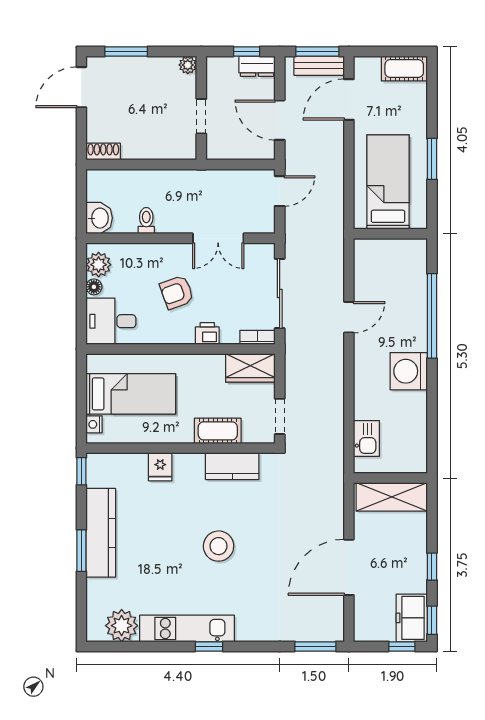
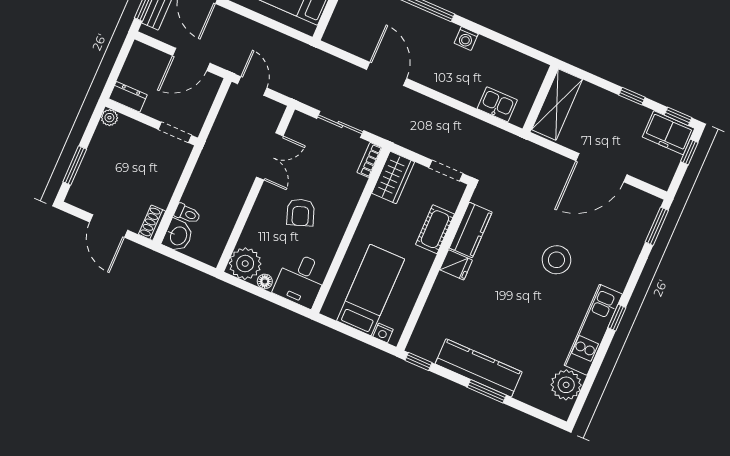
window: (247, 51) -> (120, 62), removed
dresser: (257, 66) -> (128, 97), moved, turned -90
door: (81, 87) -> (109, 226), moved
doorway: (201, 116) -> (175, 132), moved
washbasin: (99, 218) -> (178, 236), moved, turned 90
toilet: (146, 221) -> (187, 214), moved, turned 180
plant: (99, 265) -> (245, 264), width x1.36, depth x1.36
sliding door: (280, 293) -> (340, 124), width x0.73
door: (349, 317) -> (387, 74), width x1.38
printer: (207, 333) -> (347, 202), removed
washing machine: (409, 371) -> (466, 39), width x0.53, depth x0.53
fridge: (160, 467) -> (456, 265), moved
stool: (219, 546) -> (556, 260), moved
door: (349, 567) -> (601, 168), hinge flipped

